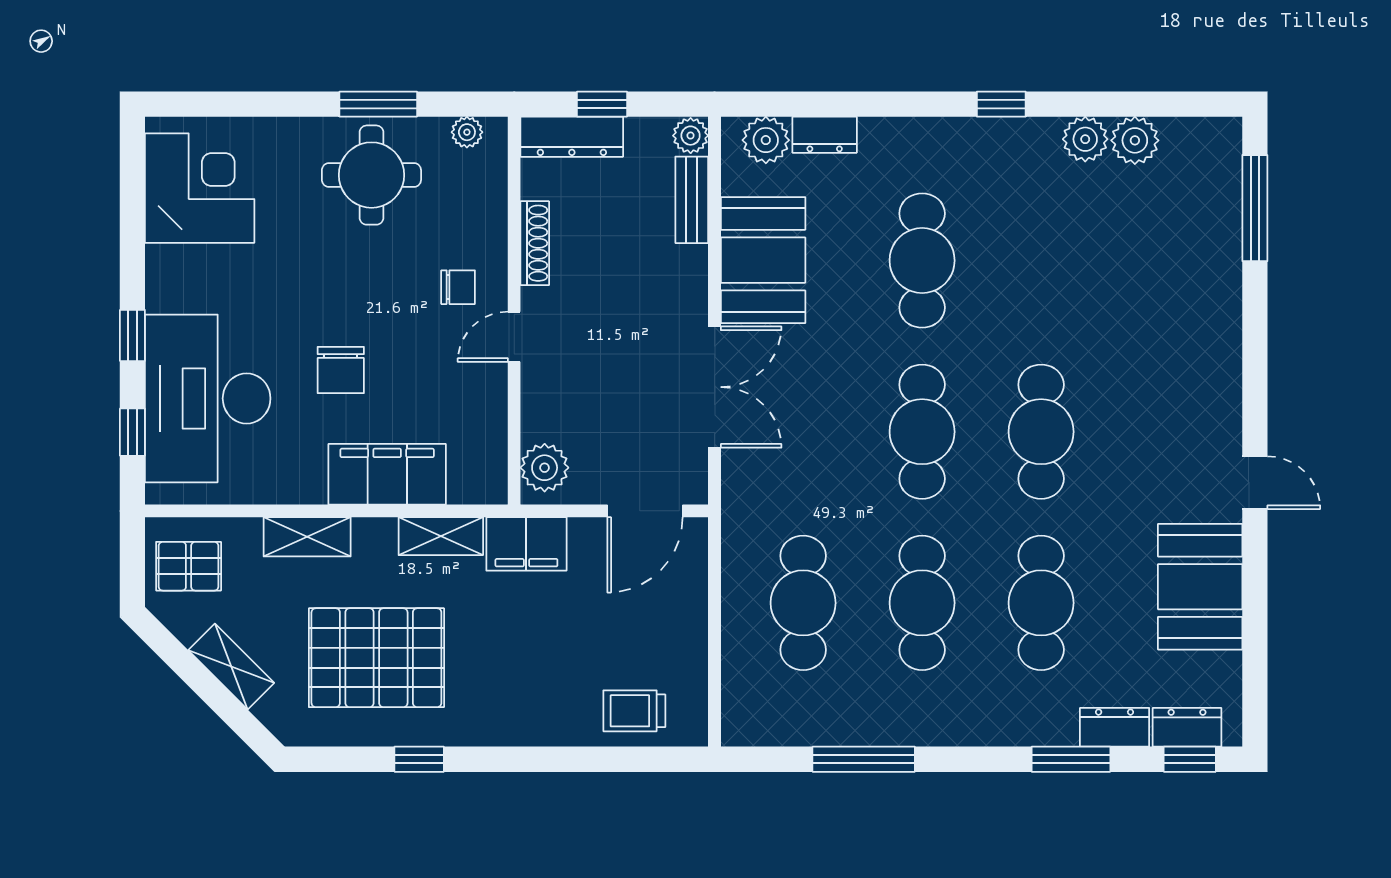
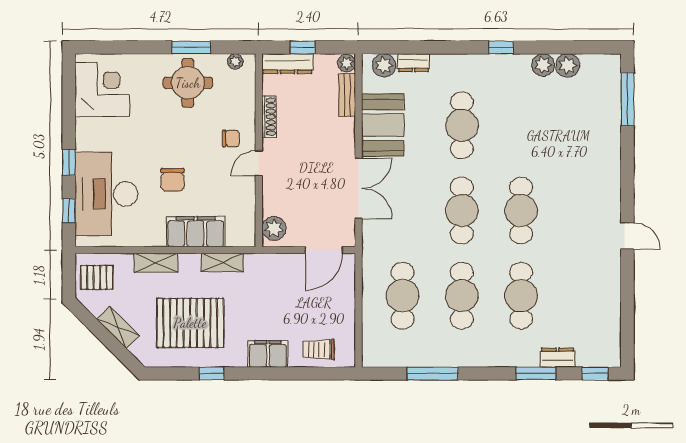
filing cabinet: (526, 544) -> (268, 354), moved, turned 180
booth: (1200, 587) -> (600, 288), removed
dresser: (1187, 727) -> (594, 358), removed

